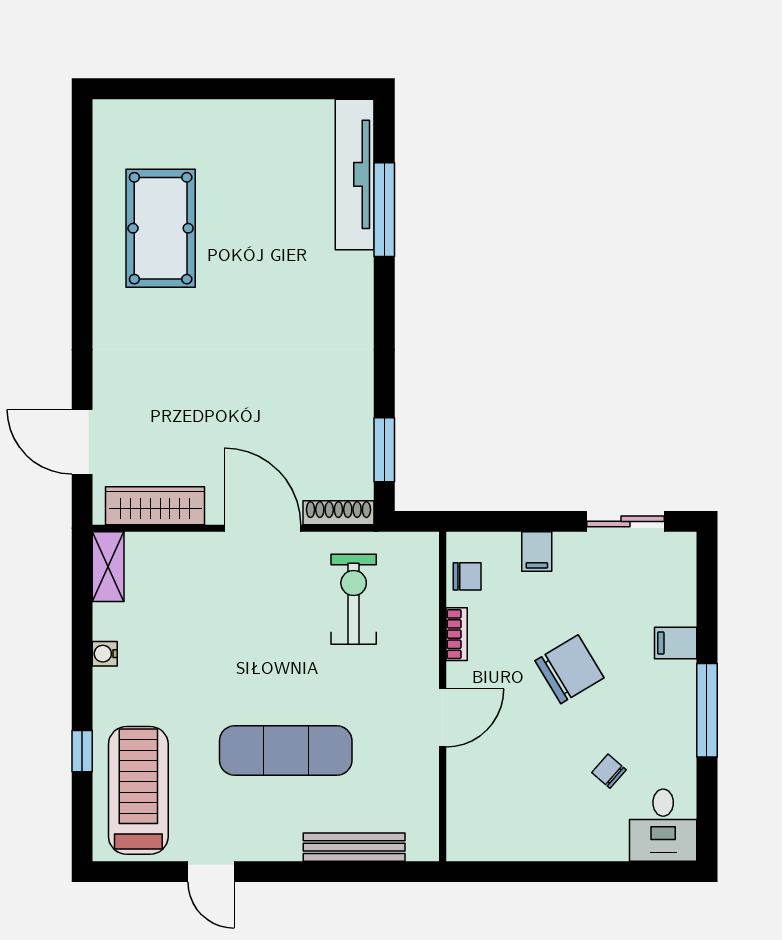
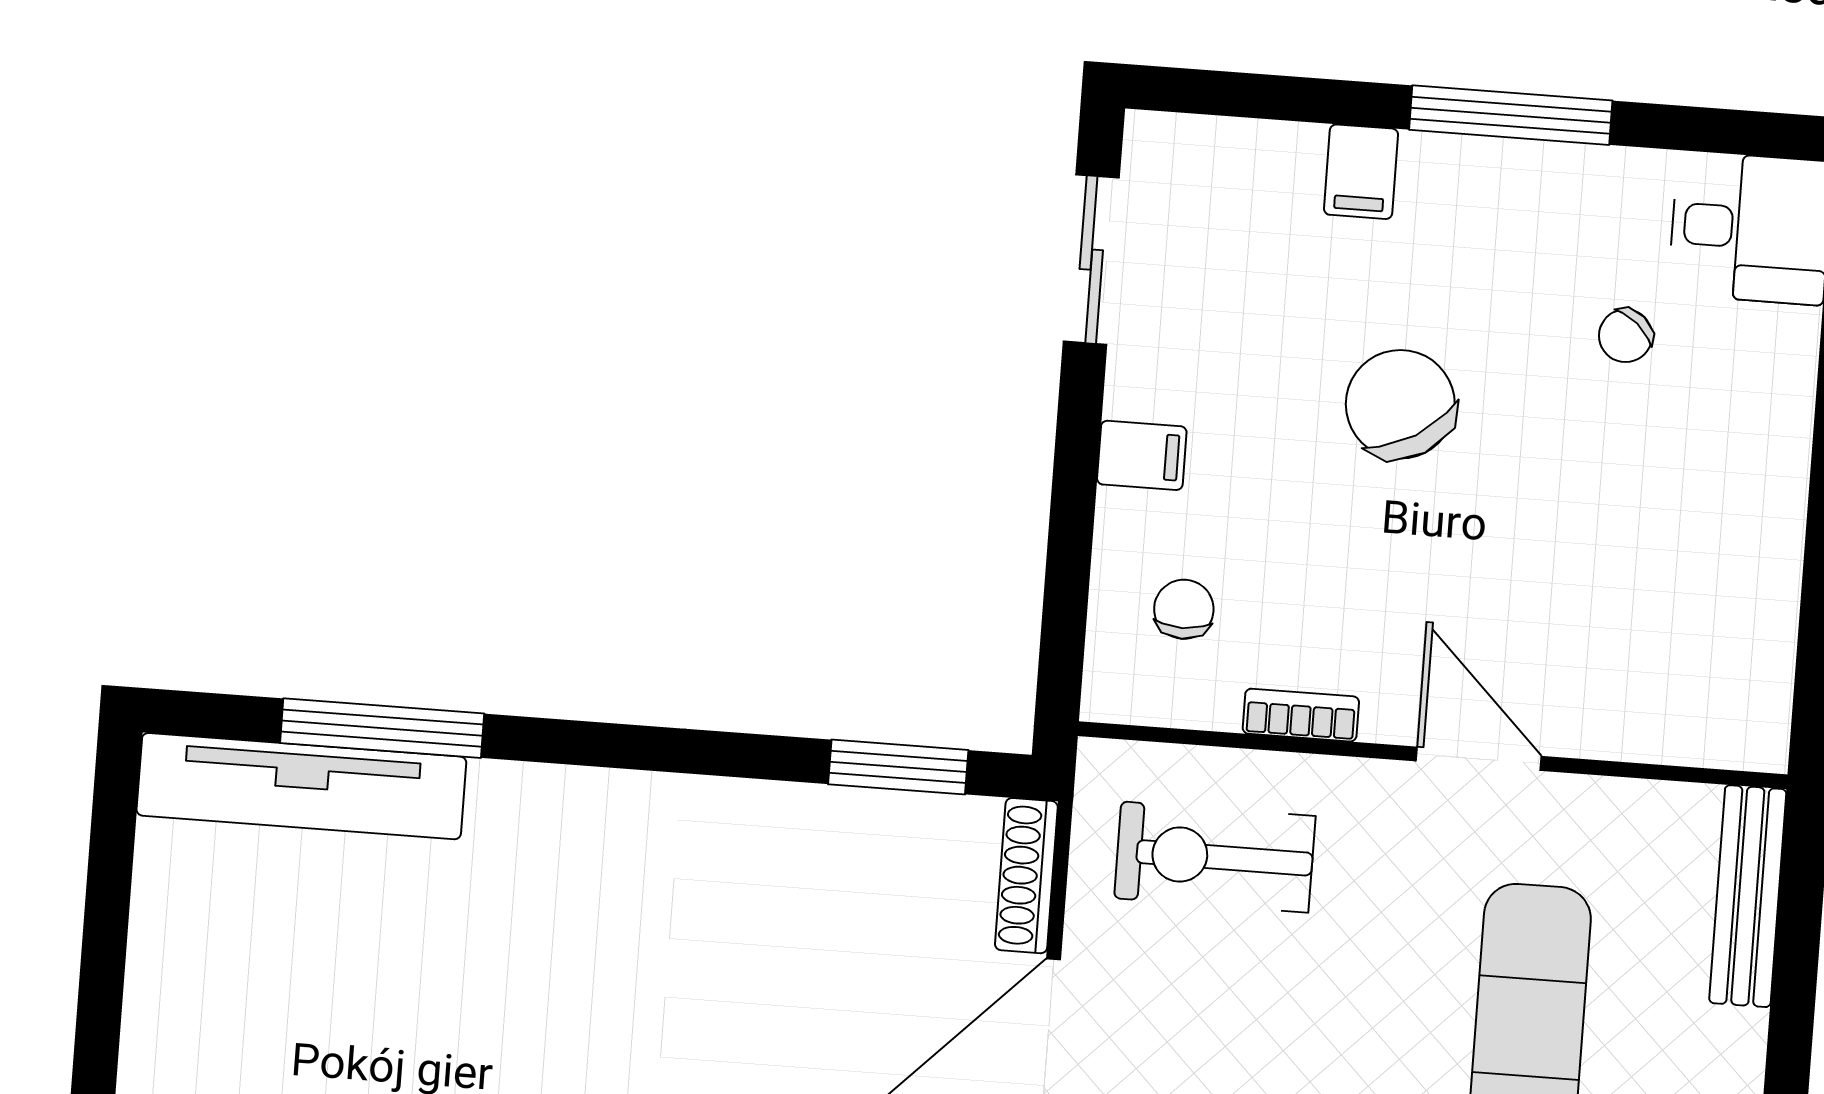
bookcase: (457, 634) -> (1301, 715), moved
wall: (443, 696) -> (1433, 755), moved
door: (443, 718) -> (1479, 759), moved

